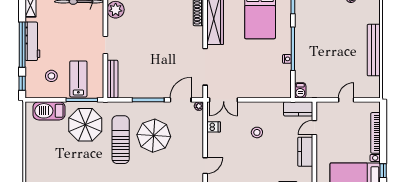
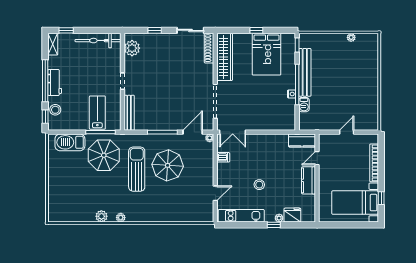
workbench: (32, 41) -> (55, 82), width x0.73
bench: (374, 50) -> (305, 72), moved
stool: (51, 76) -> (55, 110), moved
barbecue: (300, 90) -> (304, 105), moved
stool: (257, 132) -> (259, 185), moved

